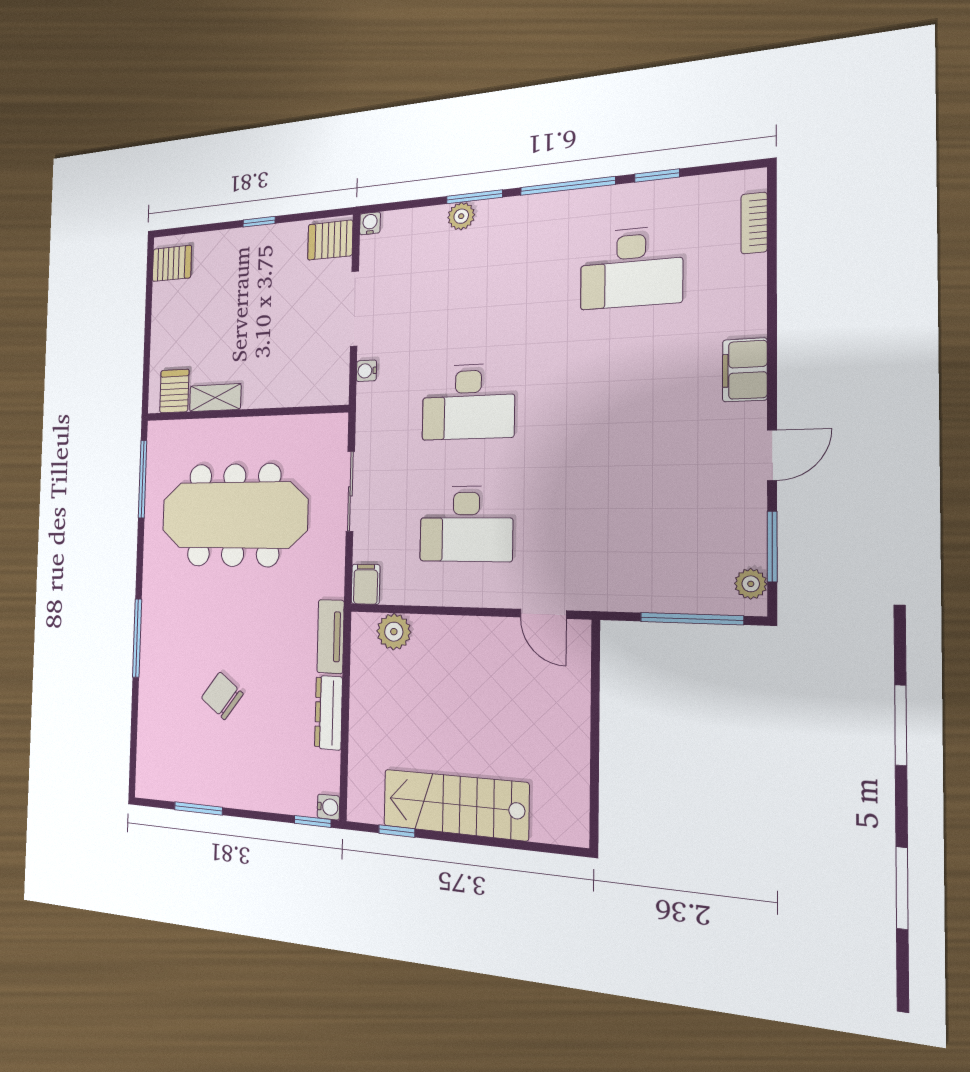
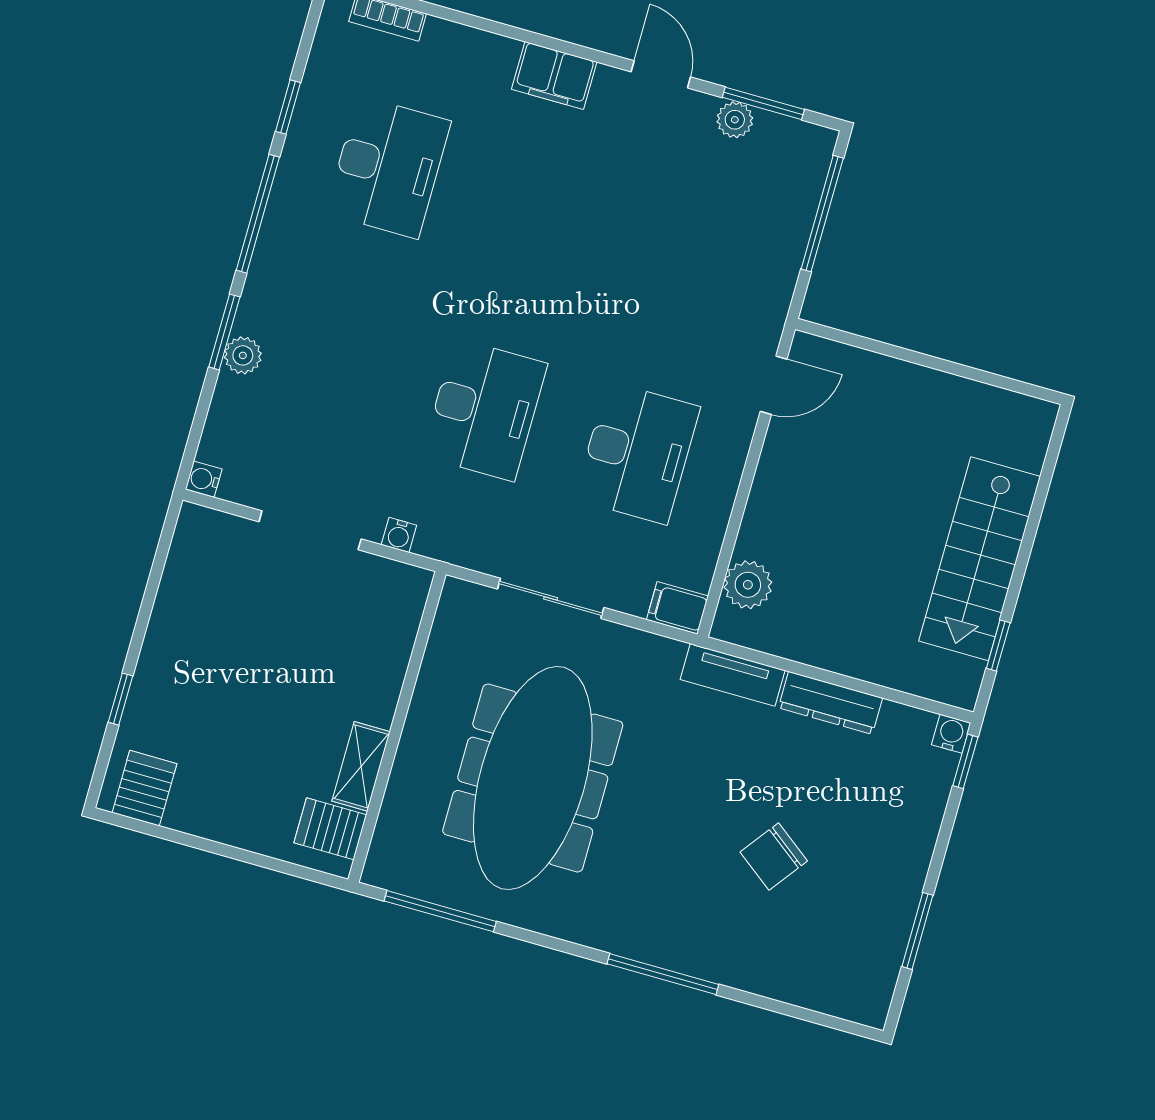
window: (259, 222) -> (120, 699), moved
server rack: (330, 240) -> (204, 541), removed
plant: (751, 584) -> (735, 120), moved

